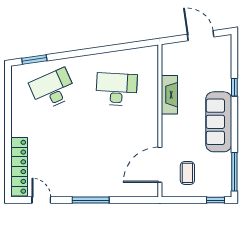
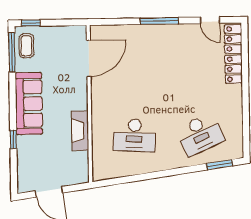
coffee table: (187, 173) -> (26, 46), moved

